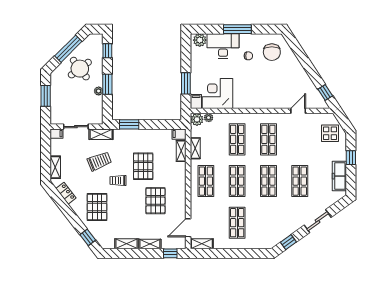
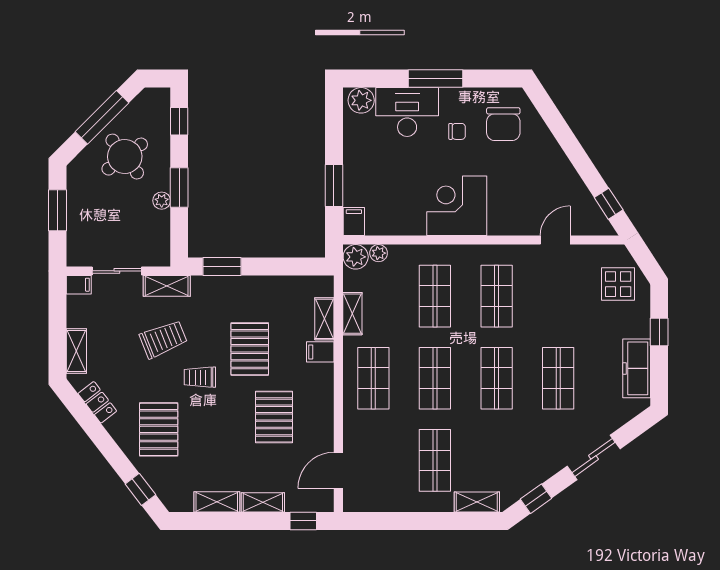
corner desk: (217, 94) -> (457, 206), moved
filing cabinet: (179, 134) -> (320, 352), moved
shelving: (202, 244) -> (477, 502), moved

